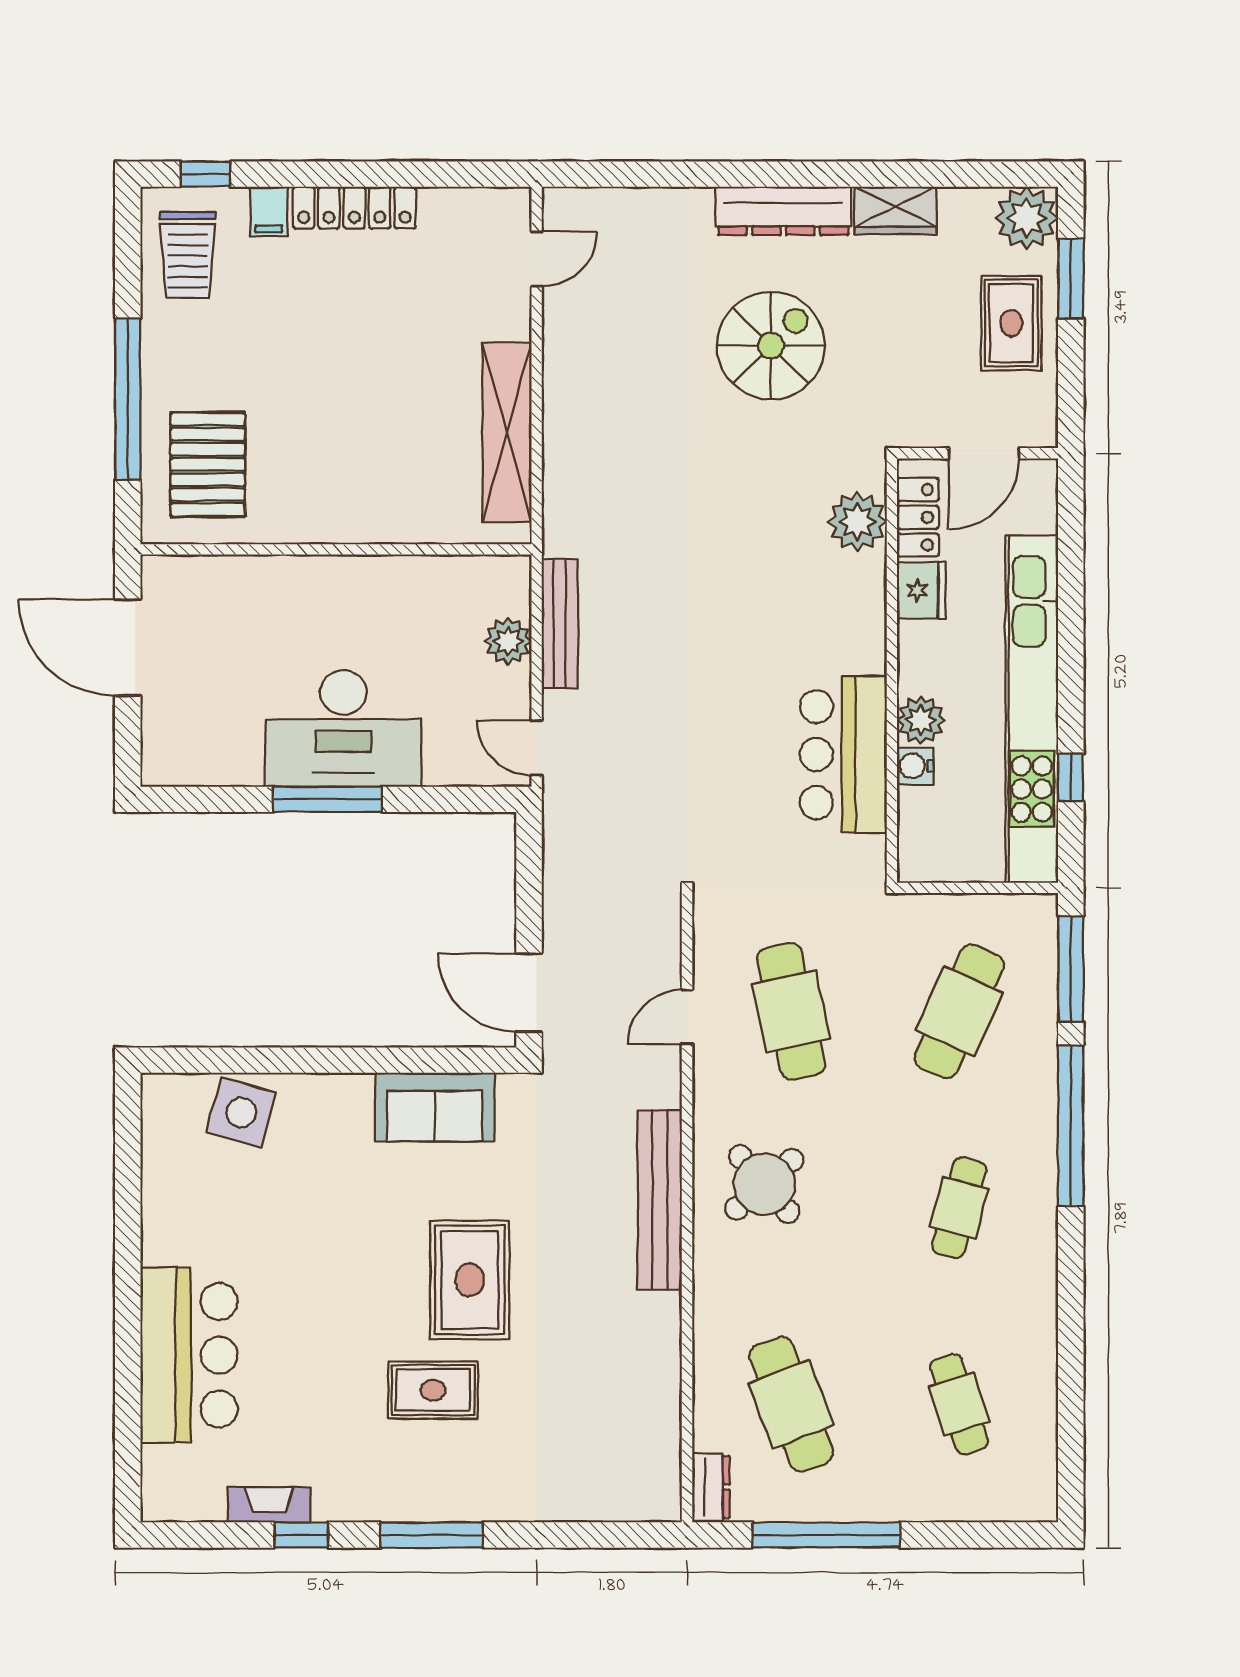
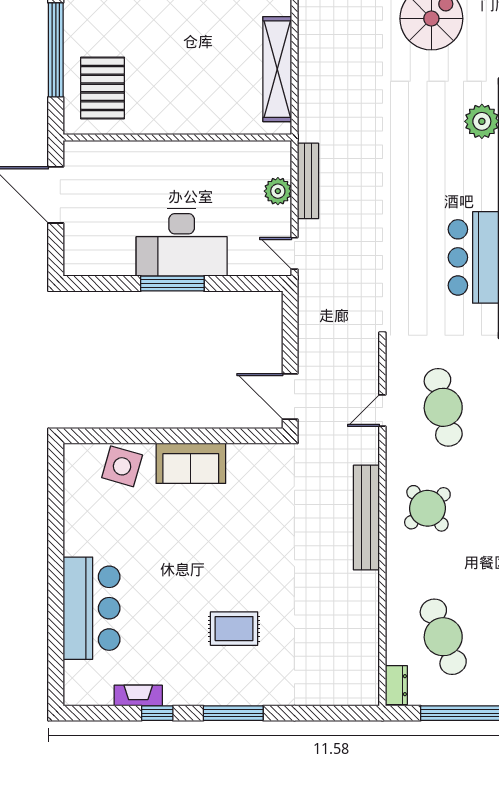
sofa: (435, 1107) -> (191, 463), moved
rug: (470, 1280) -> (255, 564), removed

